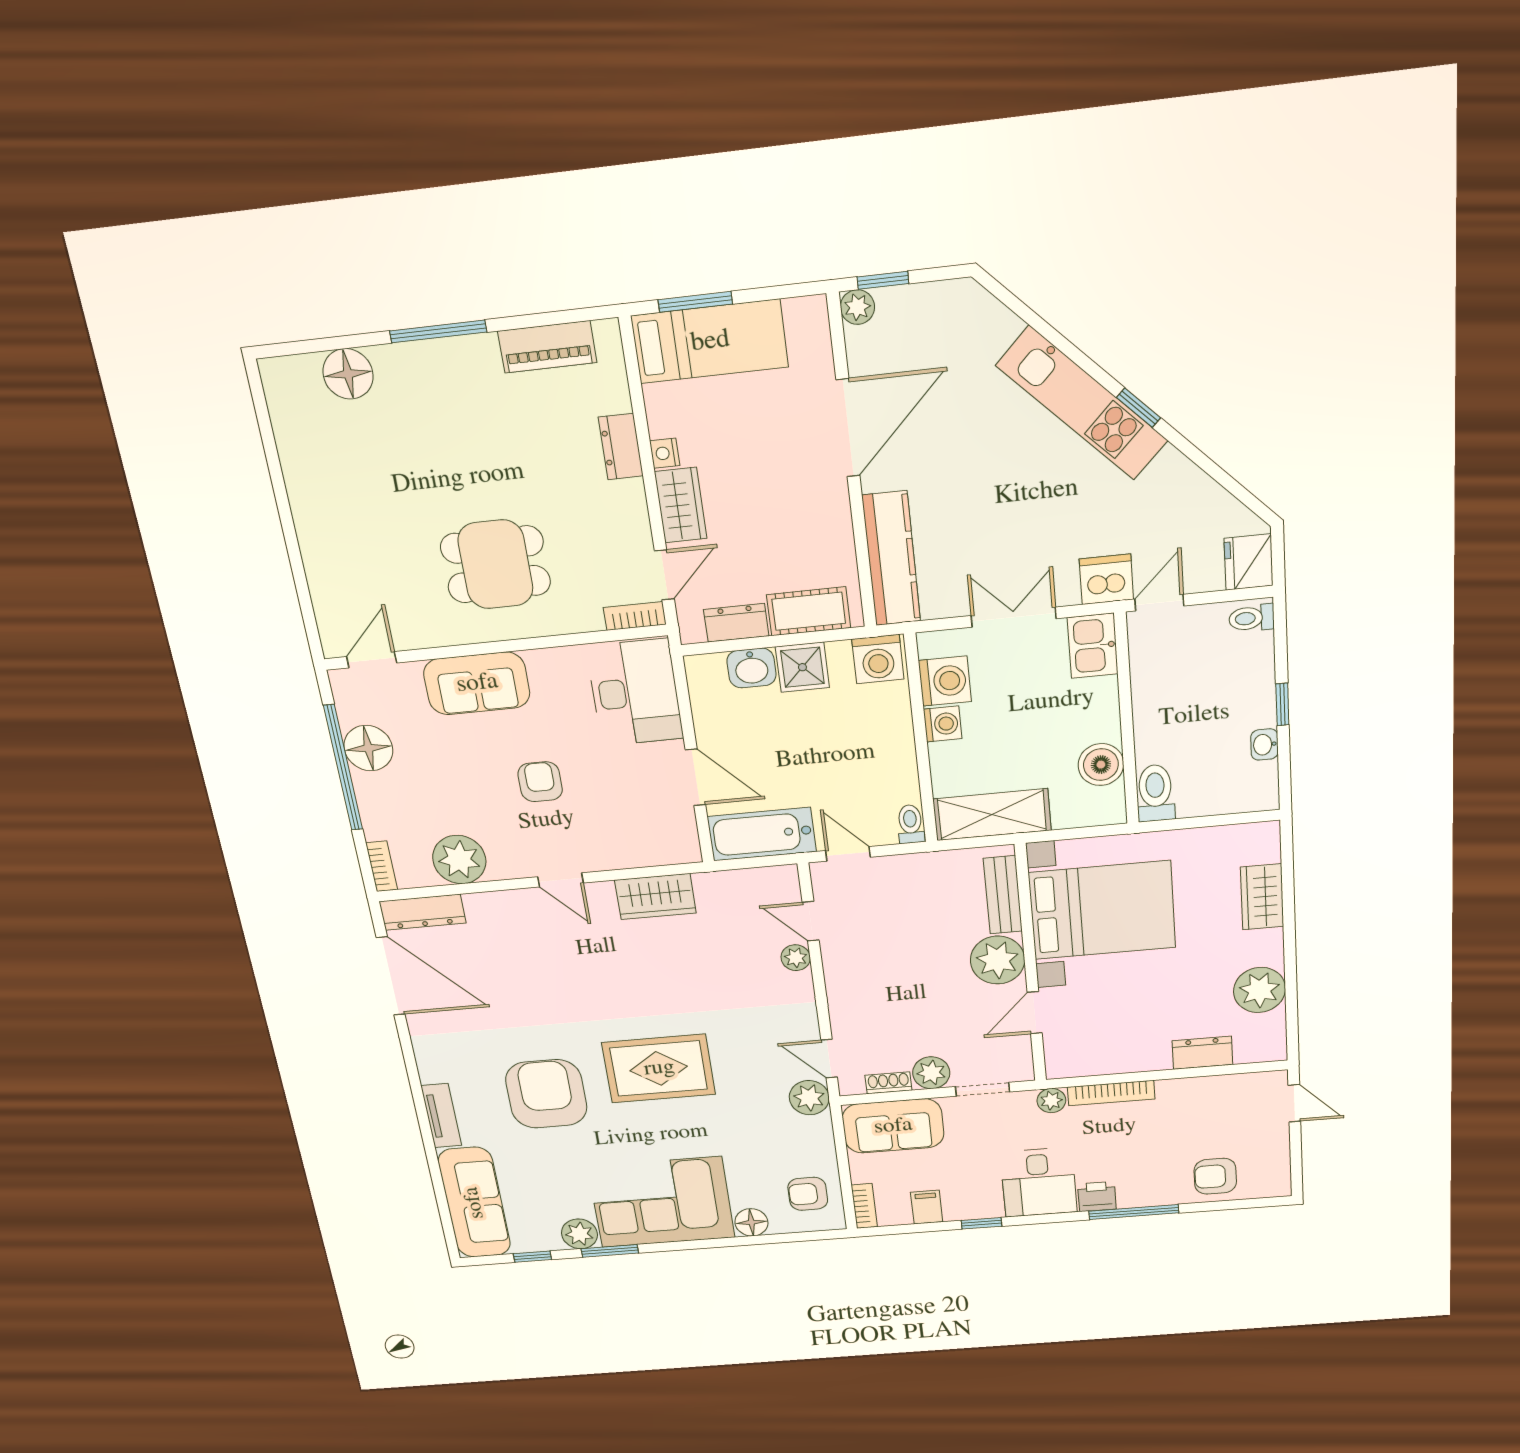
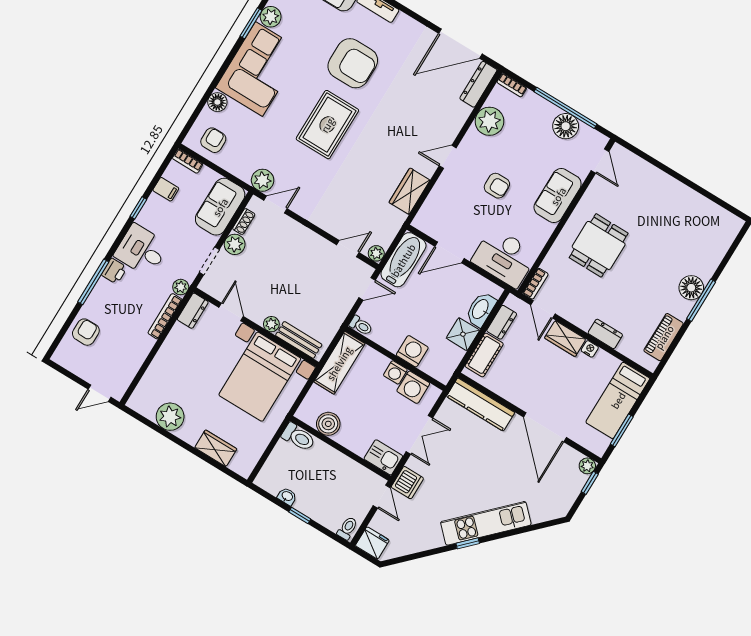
window: (695, 302) -> (622, 430), moved
floor lamp: (348, 374) -> (691, 288), moved
washing machine: (878, 659) -> (412, 351), moved, turned 90
washbasin: (751, 668) -> (481, 309), width x1.38
plant: (796, 958) -> (376, 253), moved
plant: (998, 960) -> (271, 324), width x0.53, depth x0.53
dresser: (1202, 1053) -> (193, 311), moved

